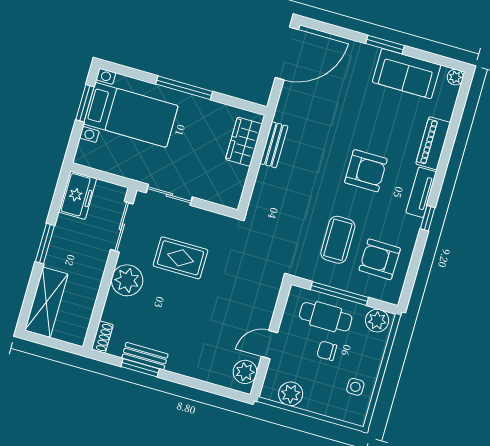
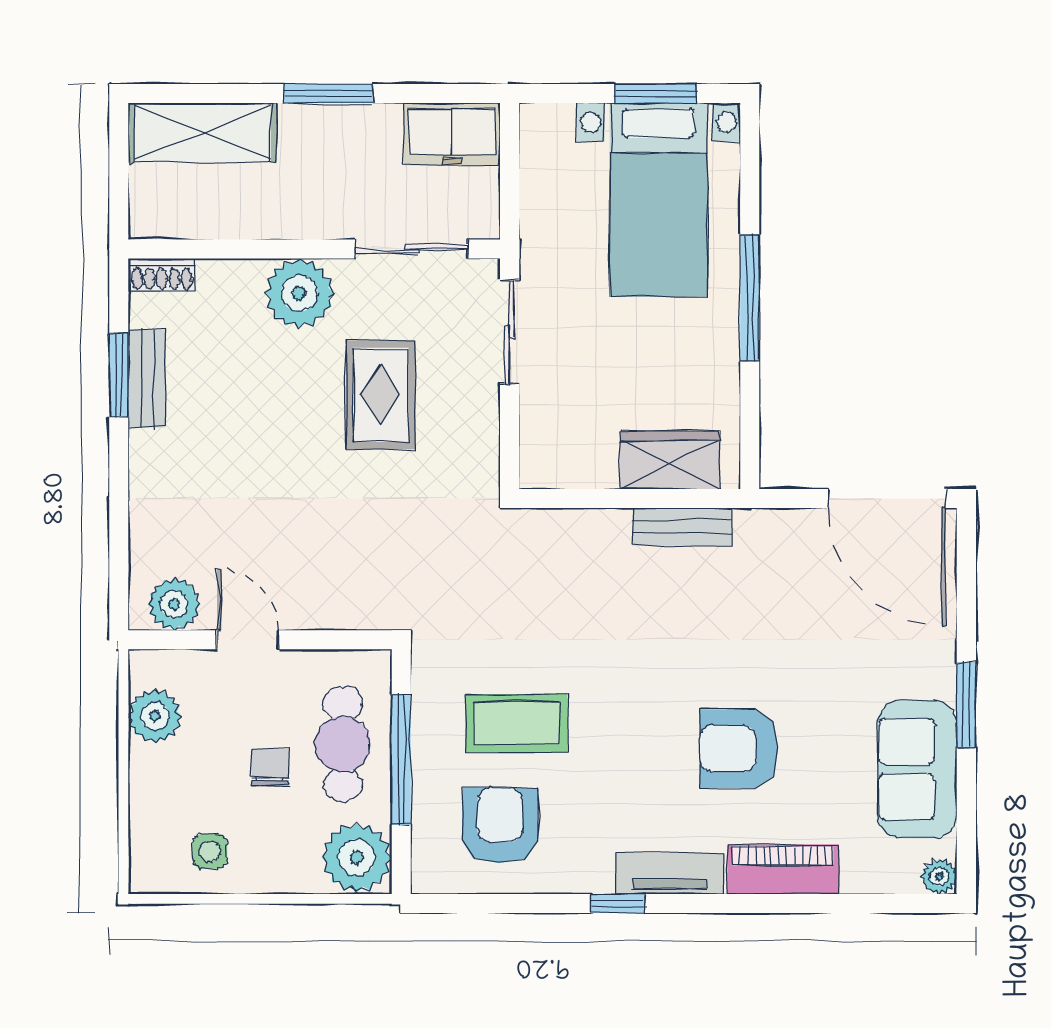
armchair: (366, 171) -> (739, 749), moved, turned 90
plant: (377, 321) -> (357, 857), width x1.36, depth x1.36

